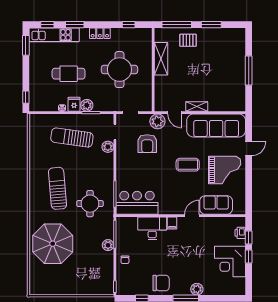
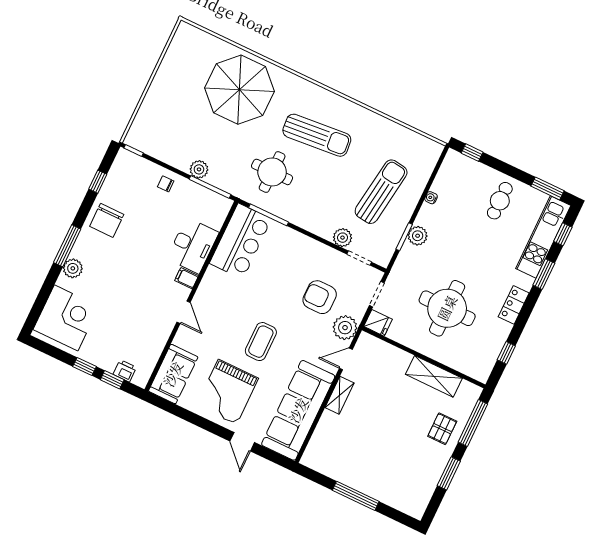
cafe table: (69, 74) -> (500, 201), moved, width x0.73, depth x0.74
fridge: (74, 104) -> (378, 323), moved
sofa: (216, 205) -> (173, 374), moved
corner desk: (230, 261) -> (66, 318), moved, turned 90

